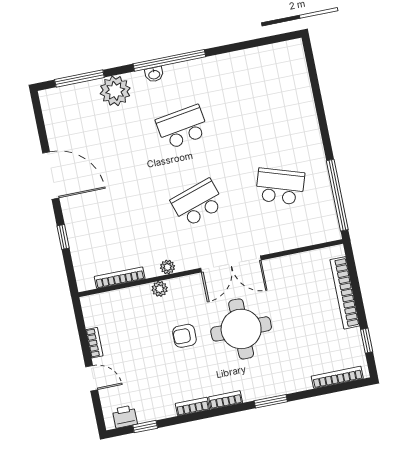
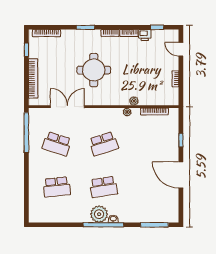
plant: (115, 91) -> (99, 214), moved
school desk: (265, 110) -> (57, 187), added
double door: (231, 264) -> (67, 107), moved
armchair: (184, 336) -> (125, 73), removed
door: (92, 378) -> (181, 49), moved
printer: (125, 417) -> (145, 35), moved

